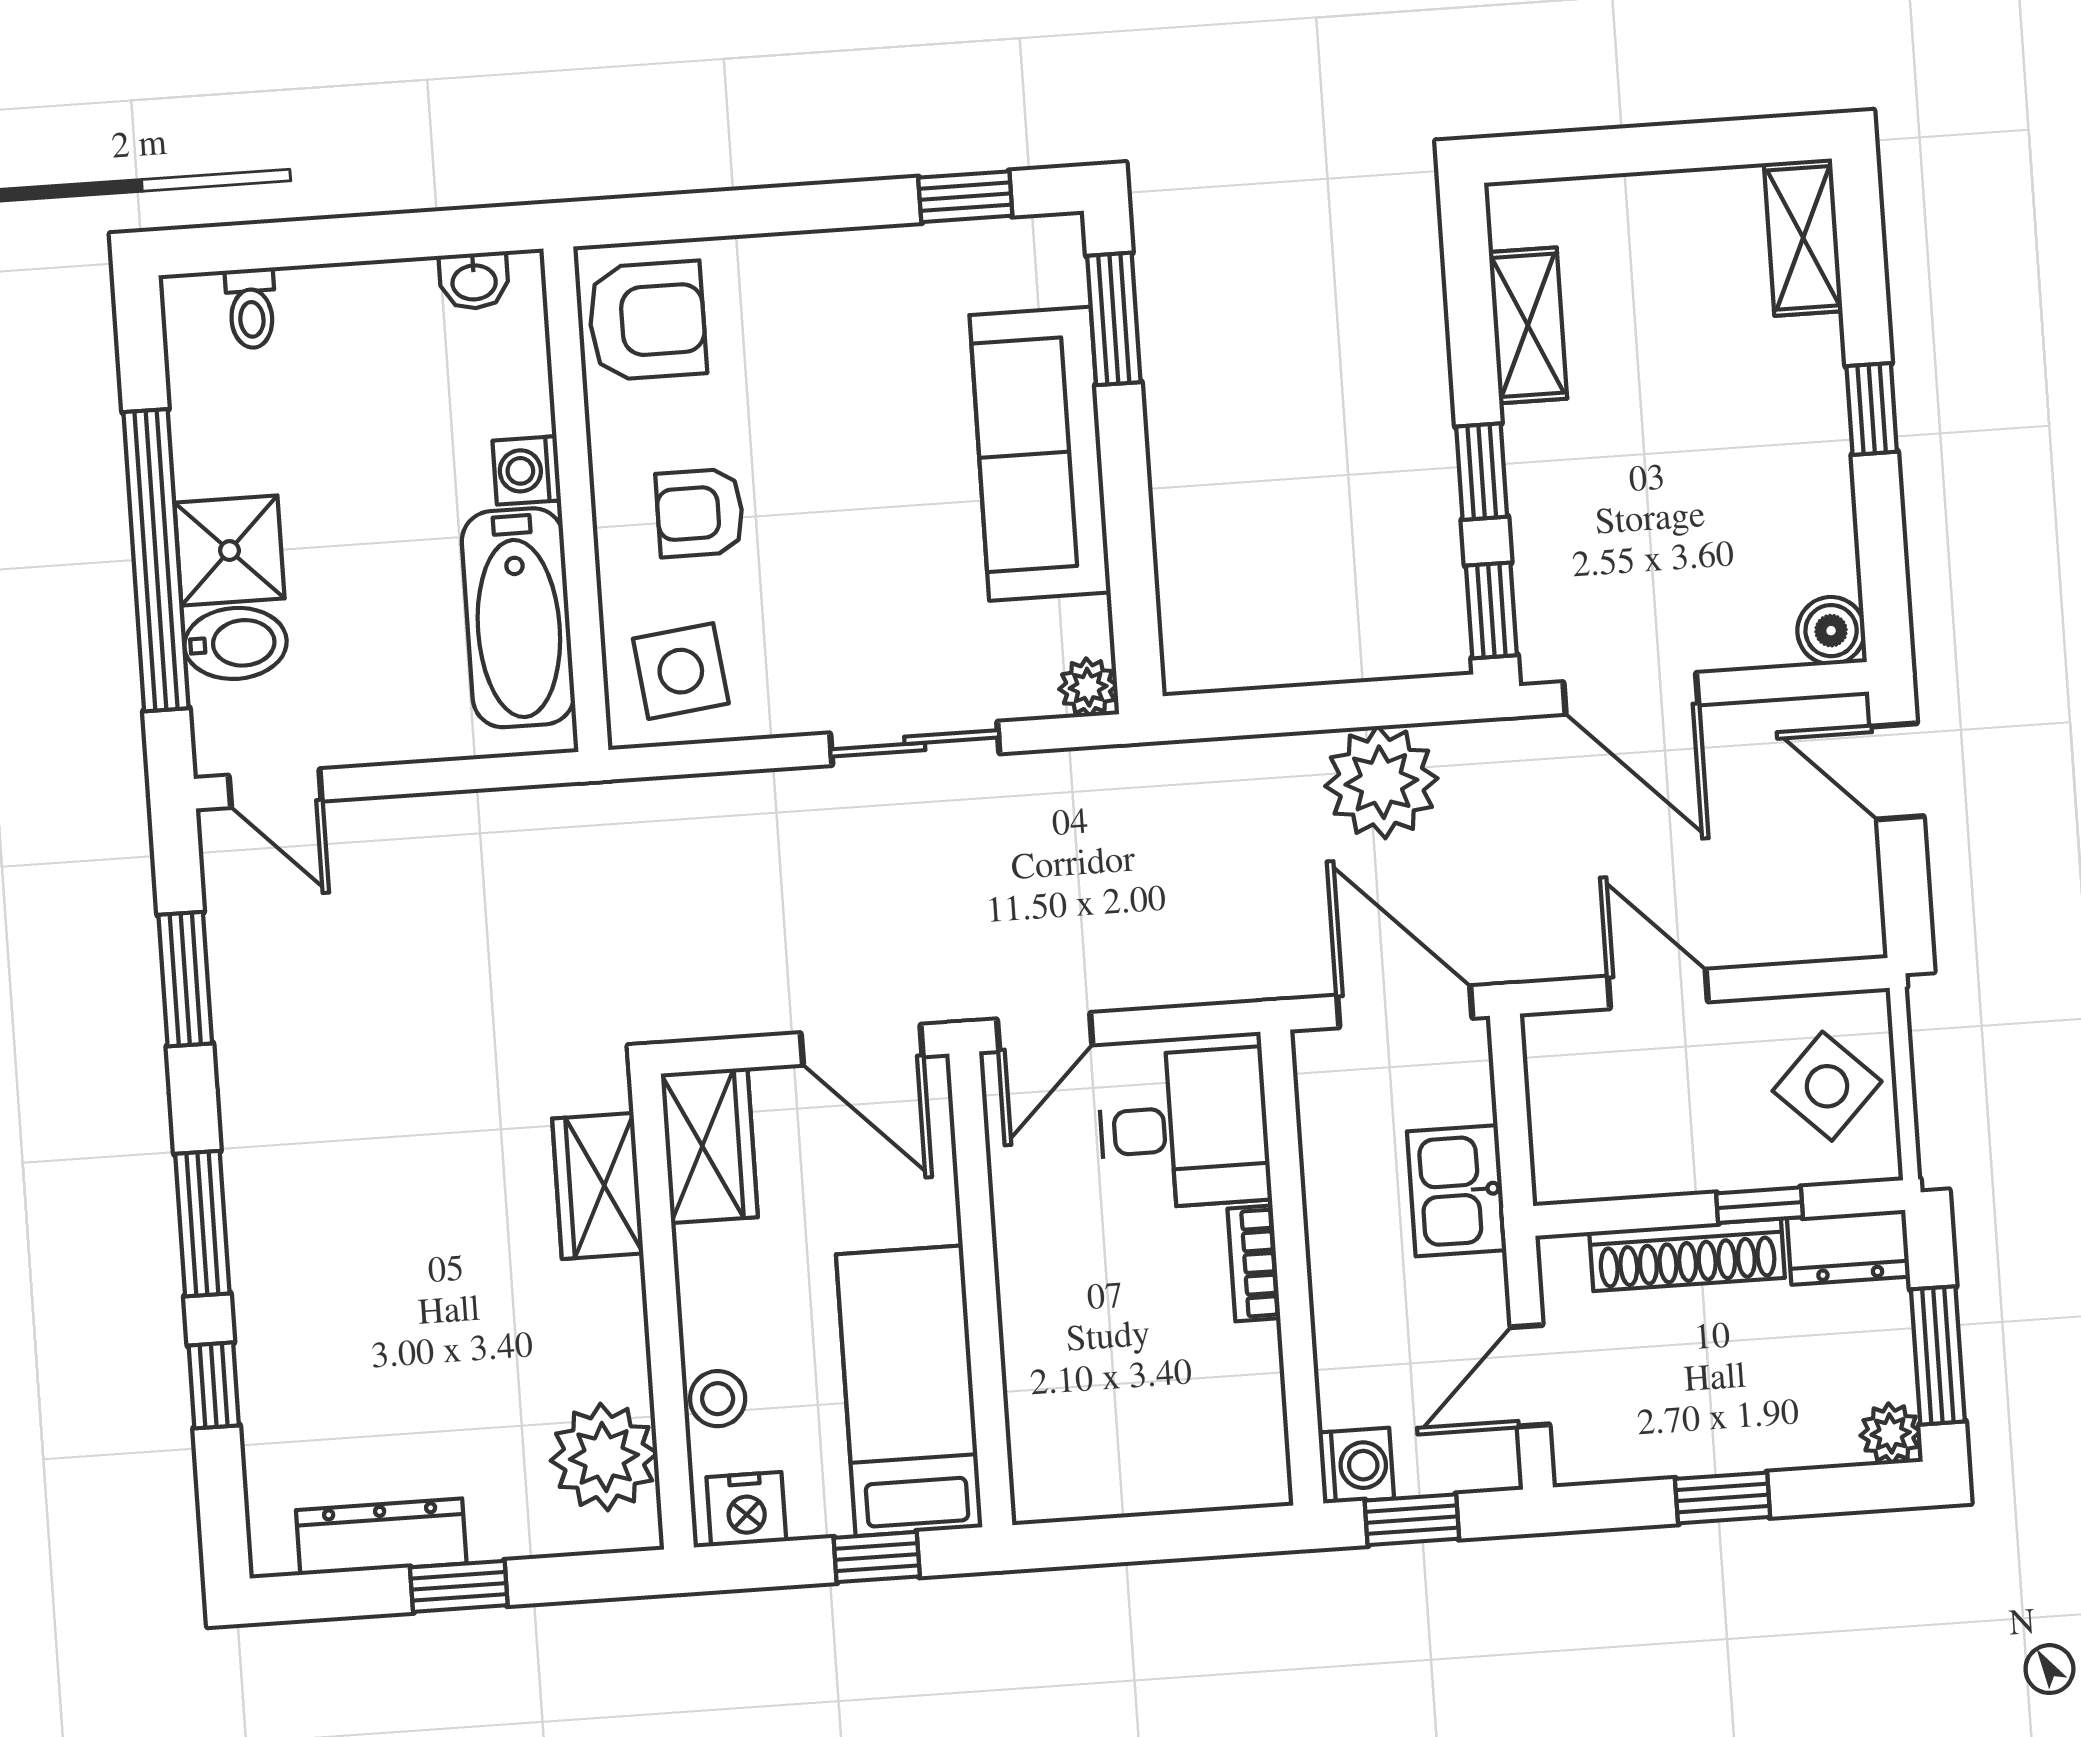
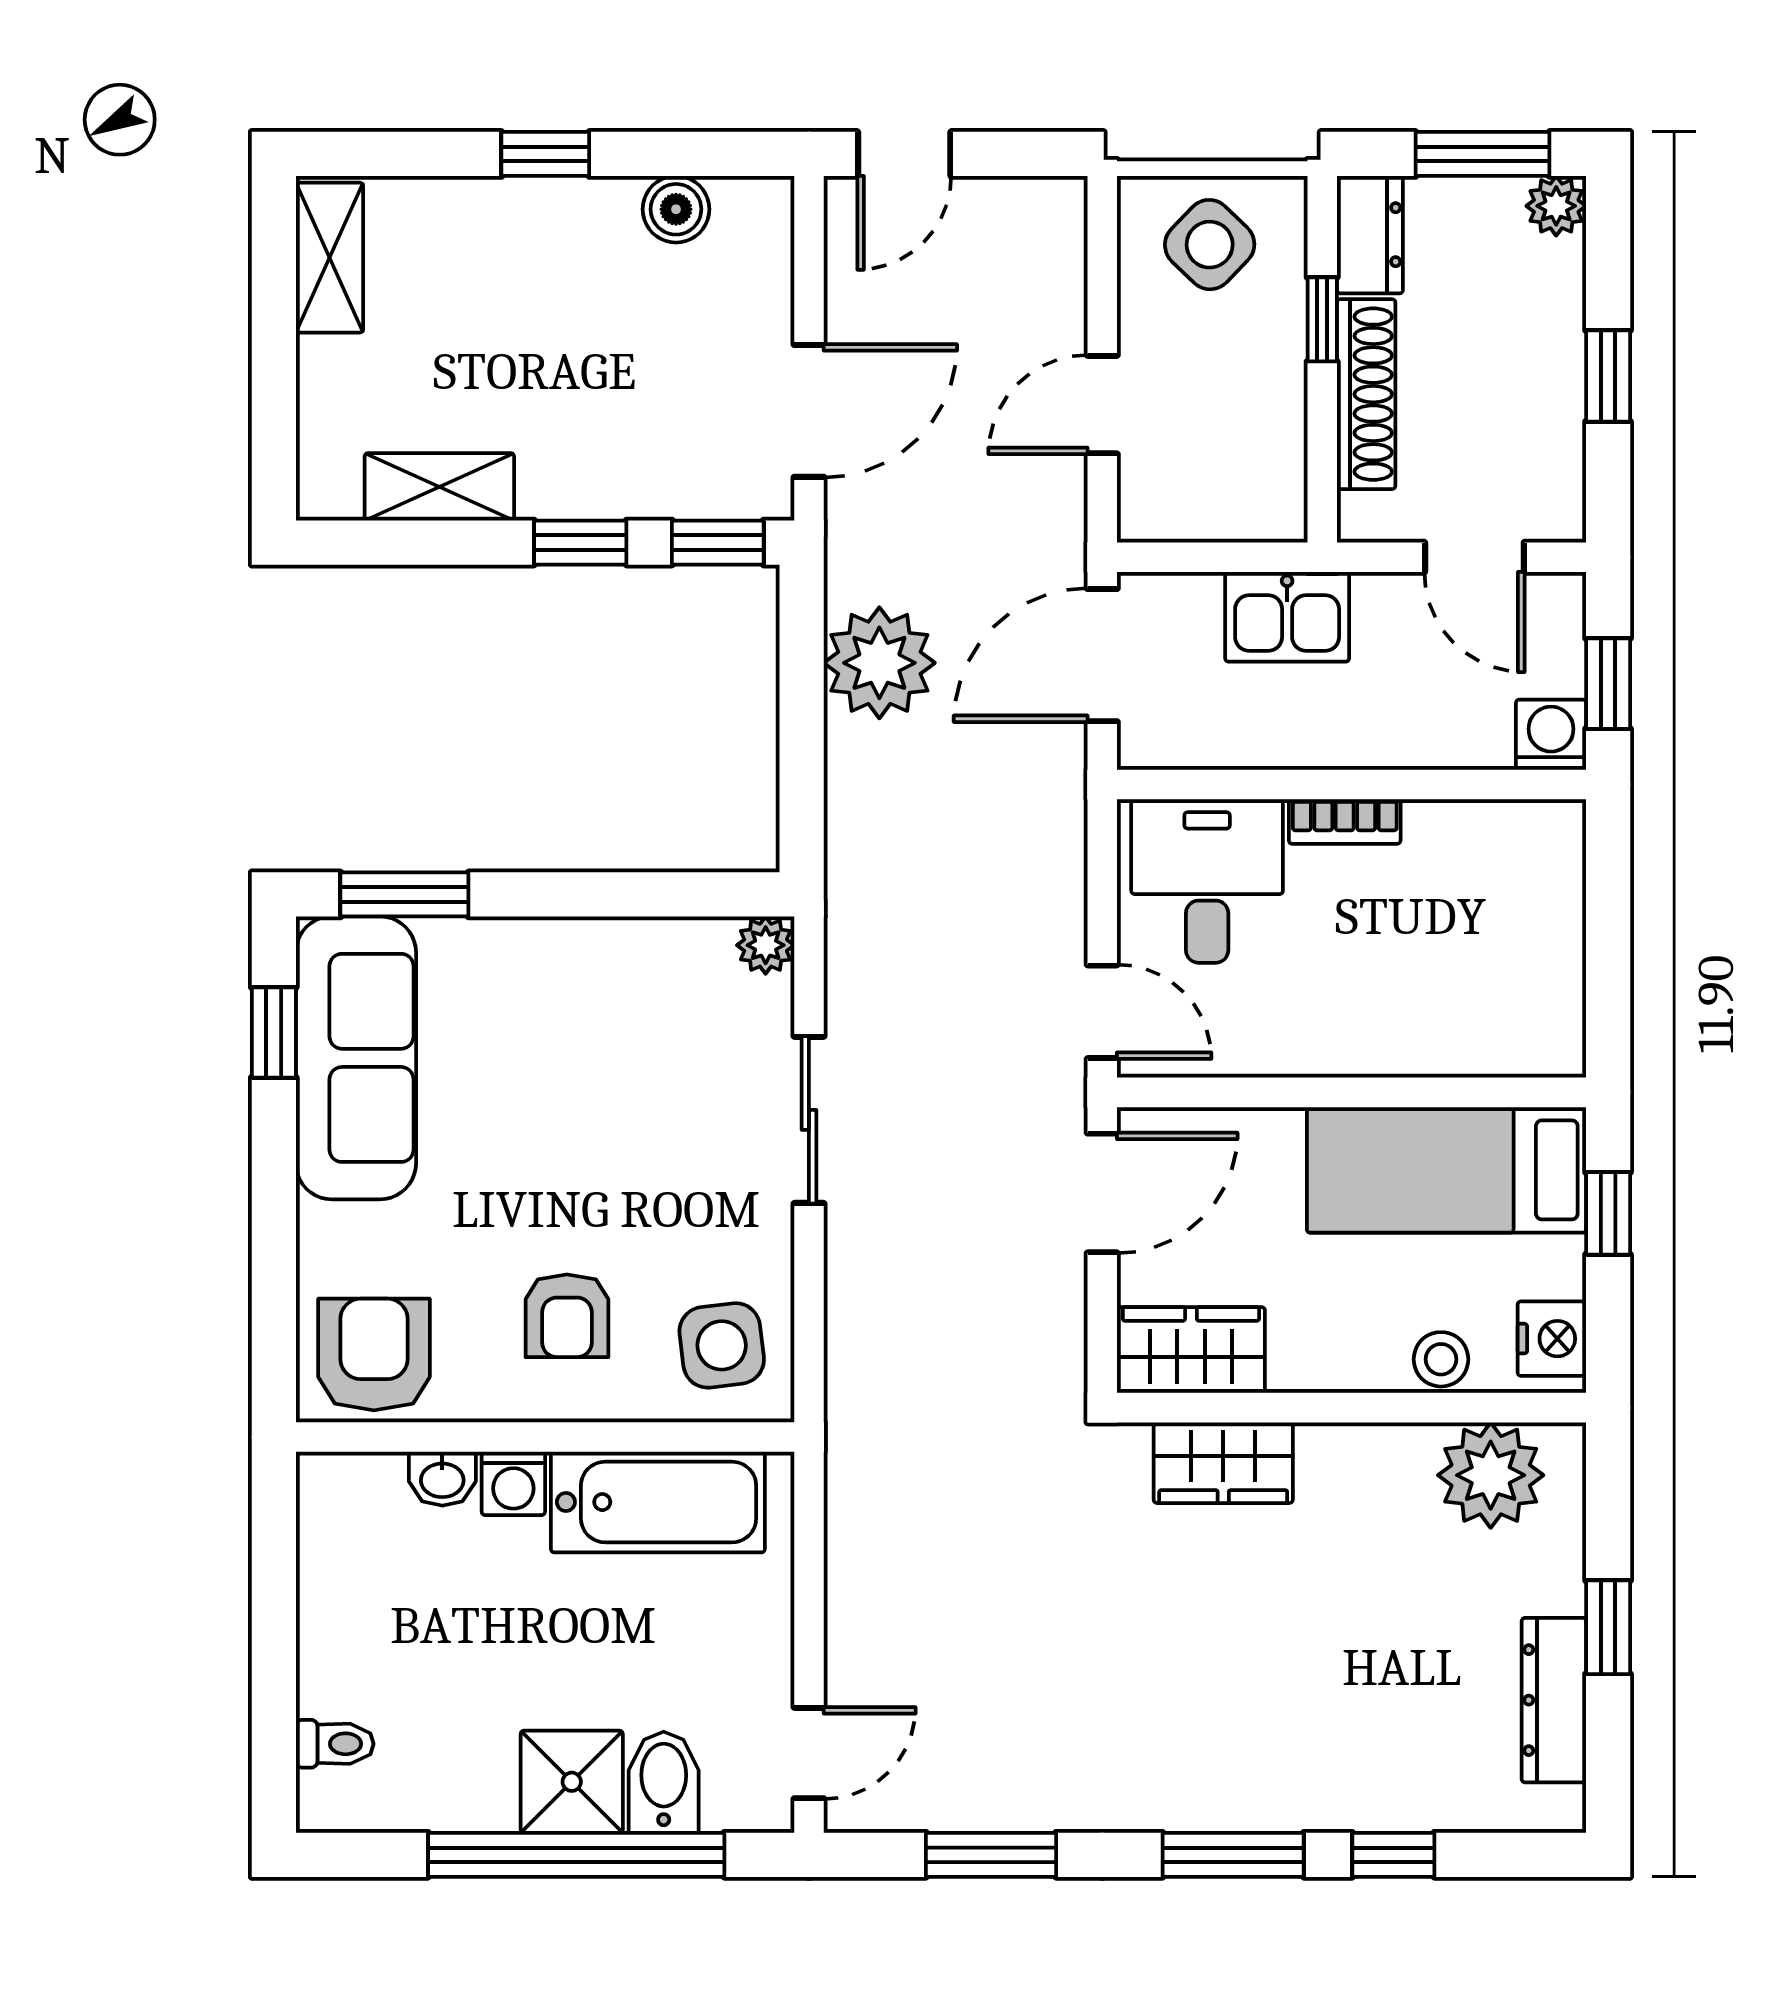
shelving: (1803, 238) -> (329, 258), moved, turned 90
washbasin: (474, 281) -> (442, 1479), moved, turned 90
sofa: (1040, 454) -> (356, 1058), moved, turned -90
boiler: (1831, 631) -> (676, 209), moved

